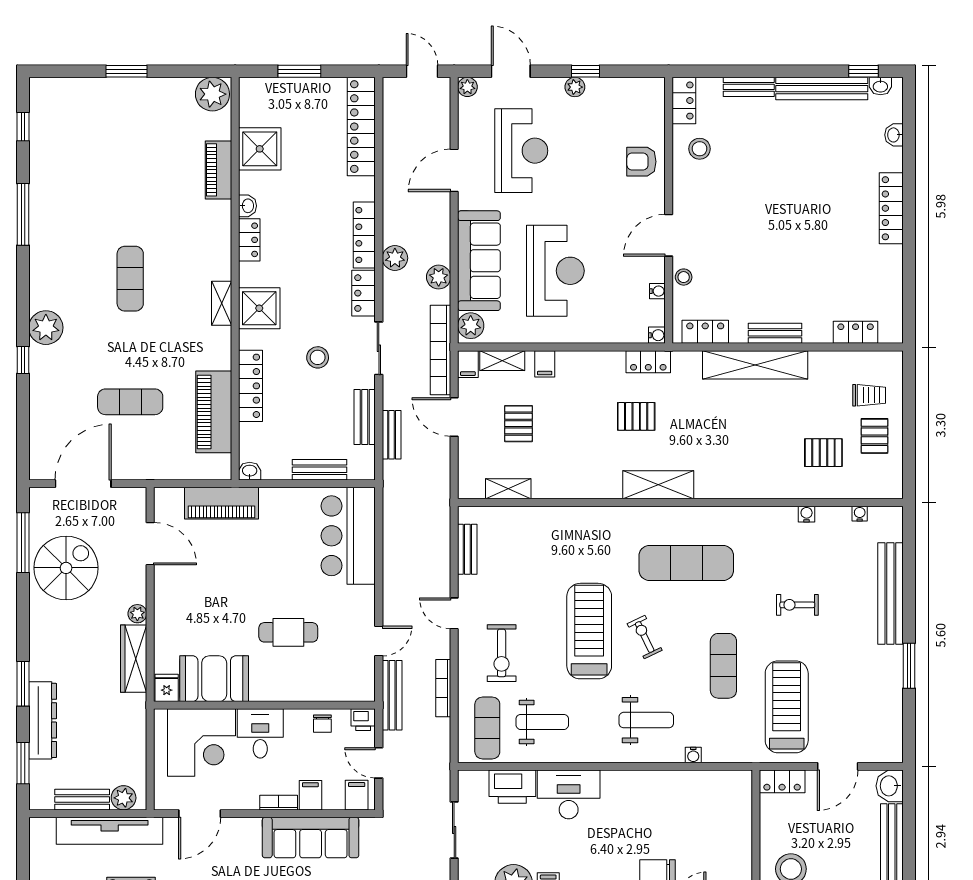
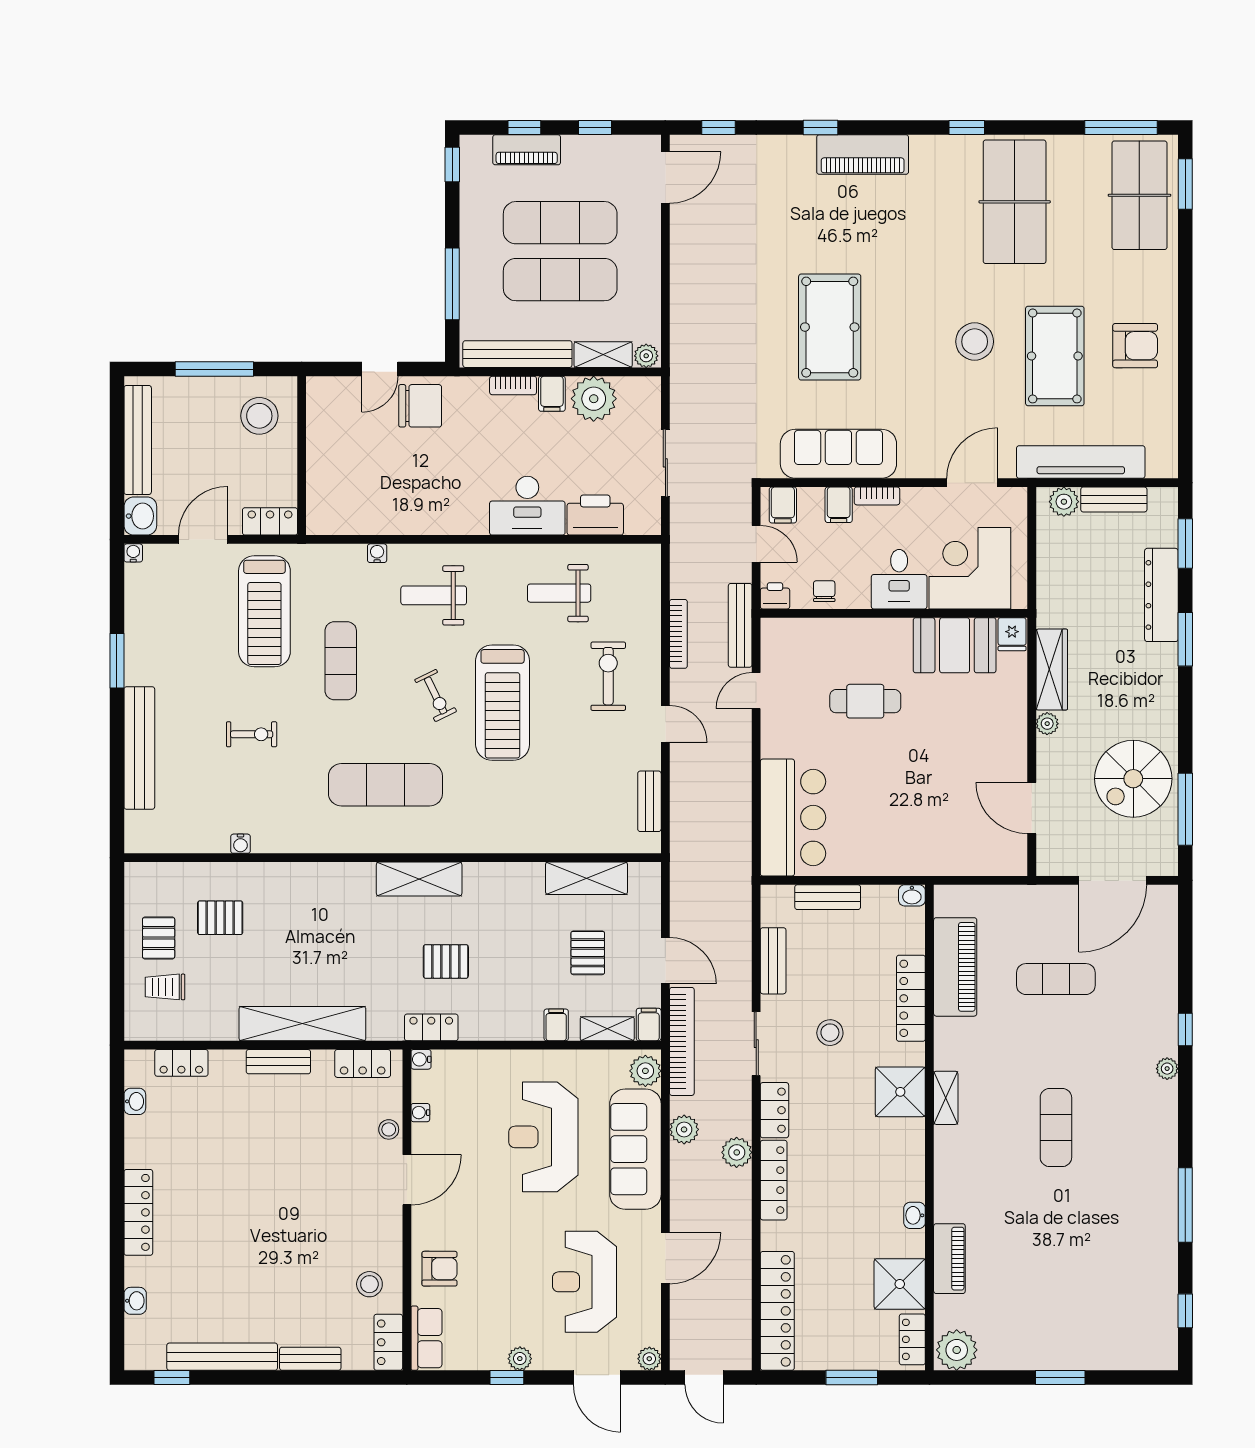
washbasin: (880, 86) -> (135, 1101), moved, turned 90
row of seats: (652, 104) -> (426, 1338), added
locker: (249, 240) -> (912, 1339), moved
plant: (46, 328) -> (1167, 1069), width x0.53, depth x0.53
bench: (392, 435) -> (741, 939), removed
shelving: (508, 489) -> (587, 878), width x1.50, depth x1.33
piano: (221, 503) -> (946, 857), removed
water cooler: (860, 514) -> (133, 553), moved, turned 180
exercise mat: (487, 728) -> (625, 586), removed

